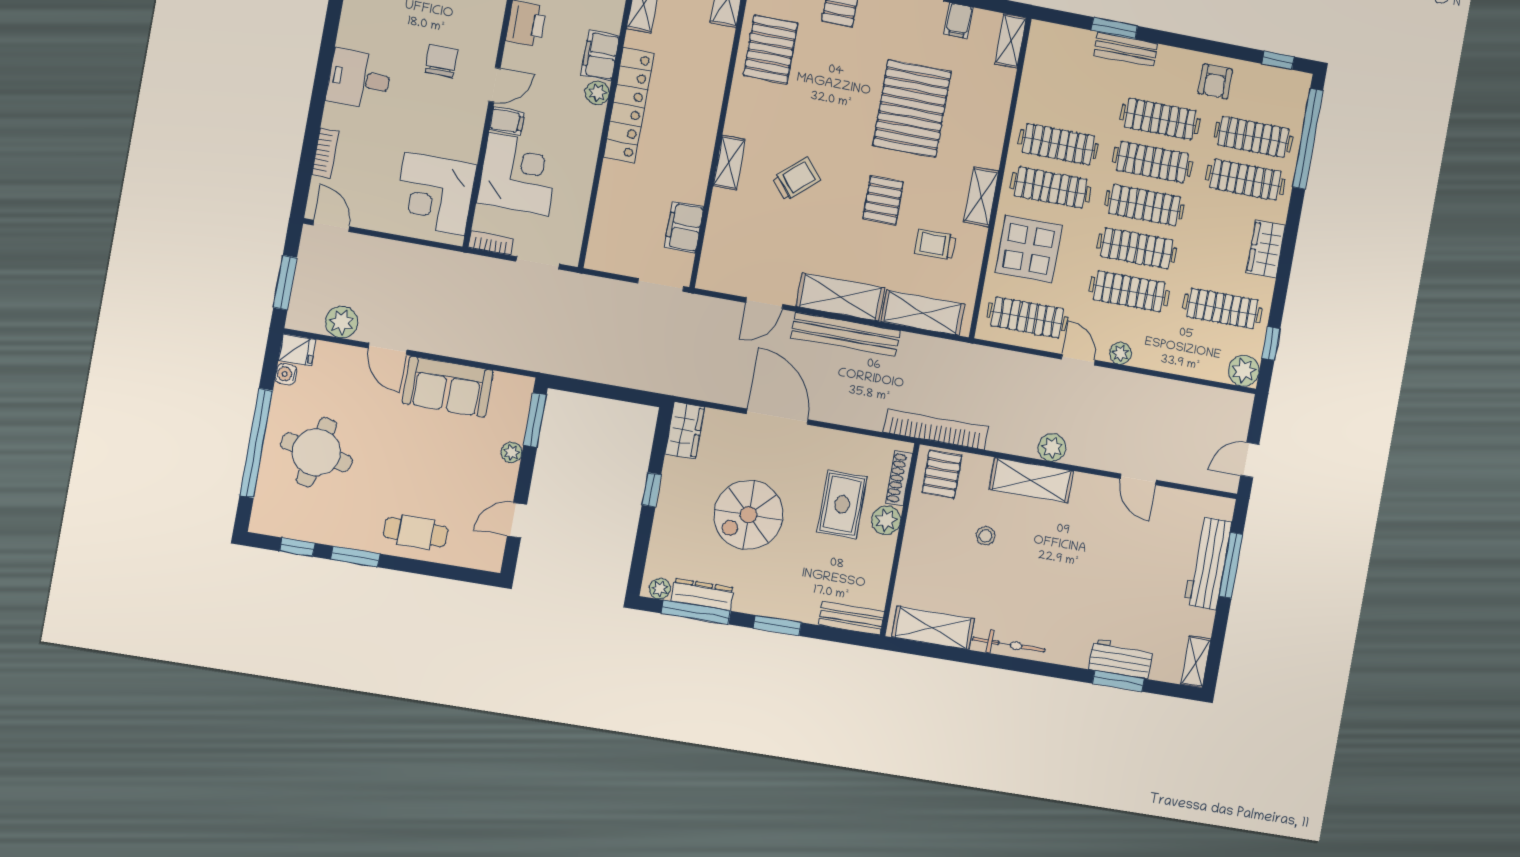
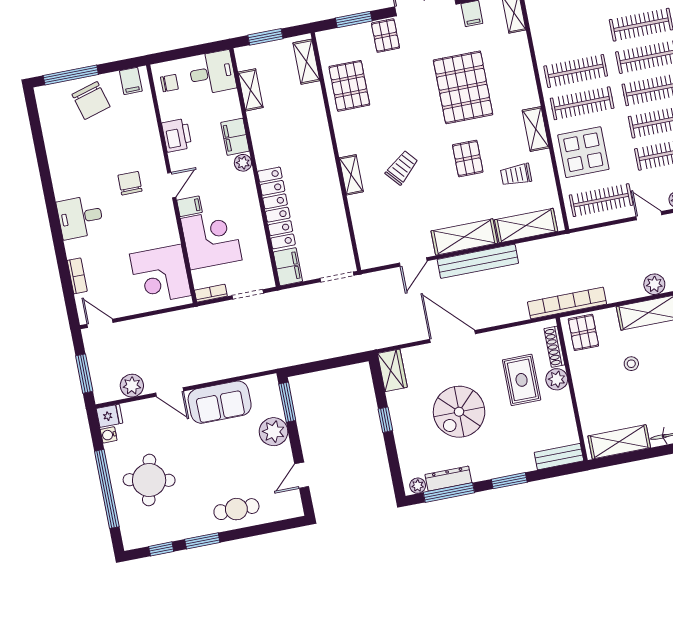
locker: (629, 105) -> (276, 208), moved
filing cabinet: (684, 227) -> (288, 267), moved, turned 180
plant: (512, 452) -> (274, 432), width x1.88, depth x1.88

